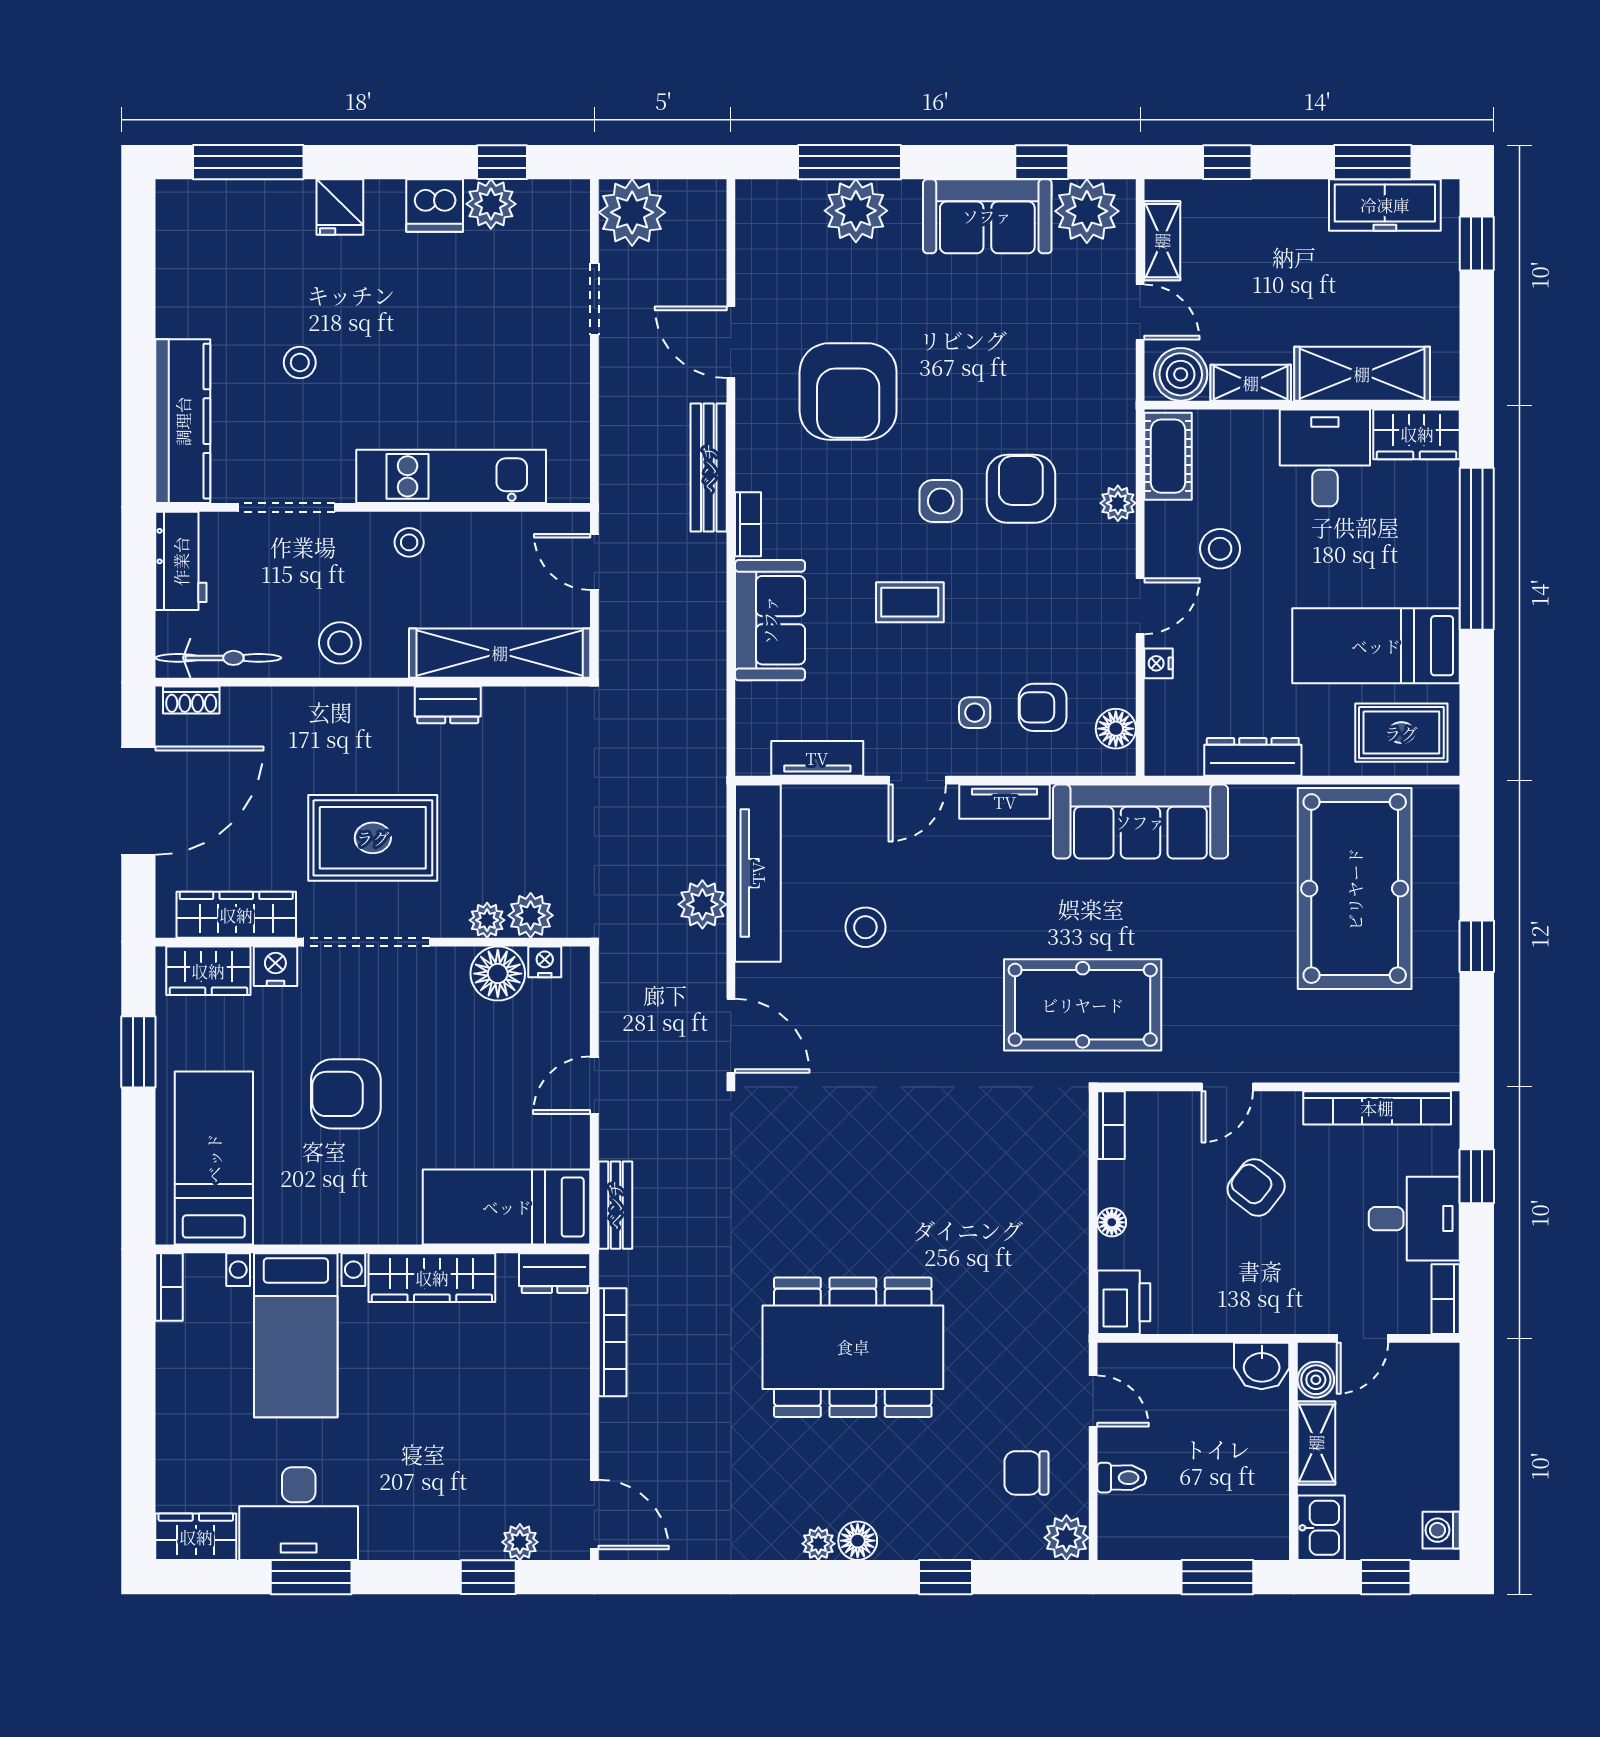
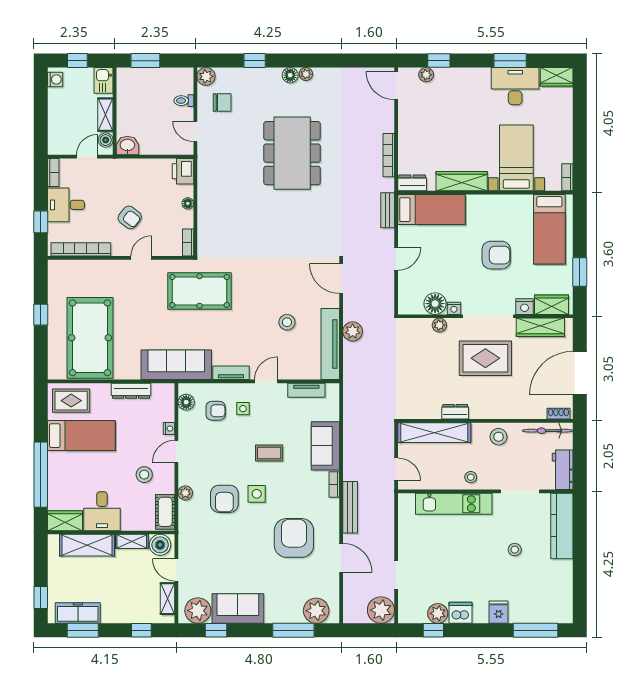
plant: (856, 211) -> (316, 611), moved
plant: (531, 915) -> (422, 327), removed
nightstand: (545, 962) -> (454, 308), moved
dining table: (853, 1347) -> (292, 153), turned 90

